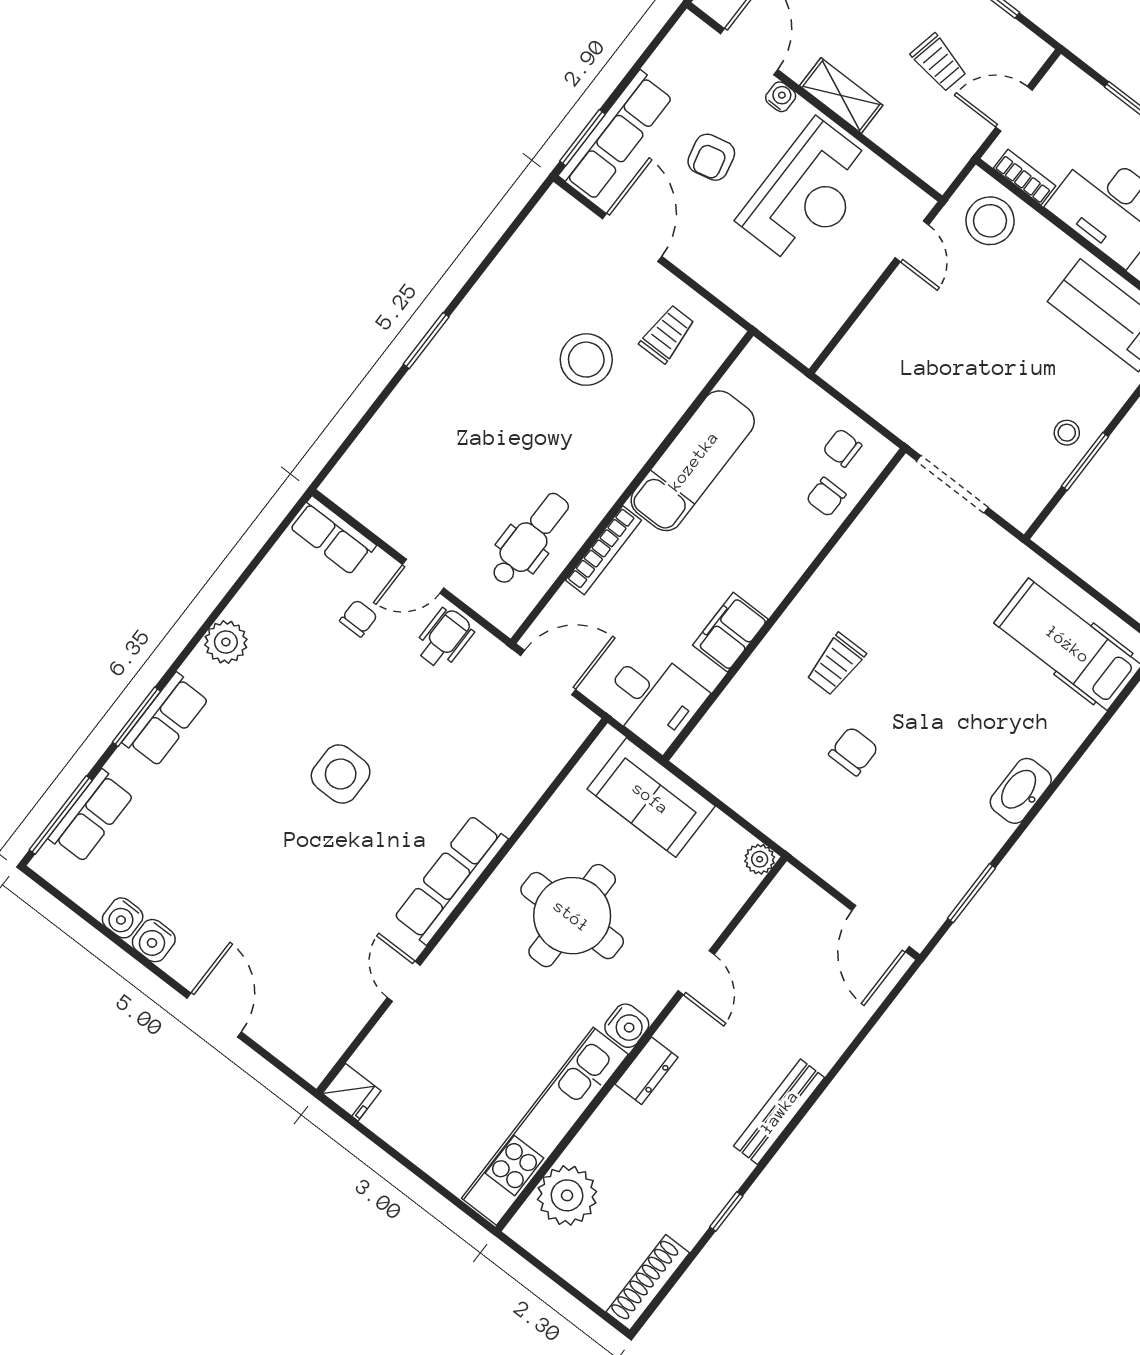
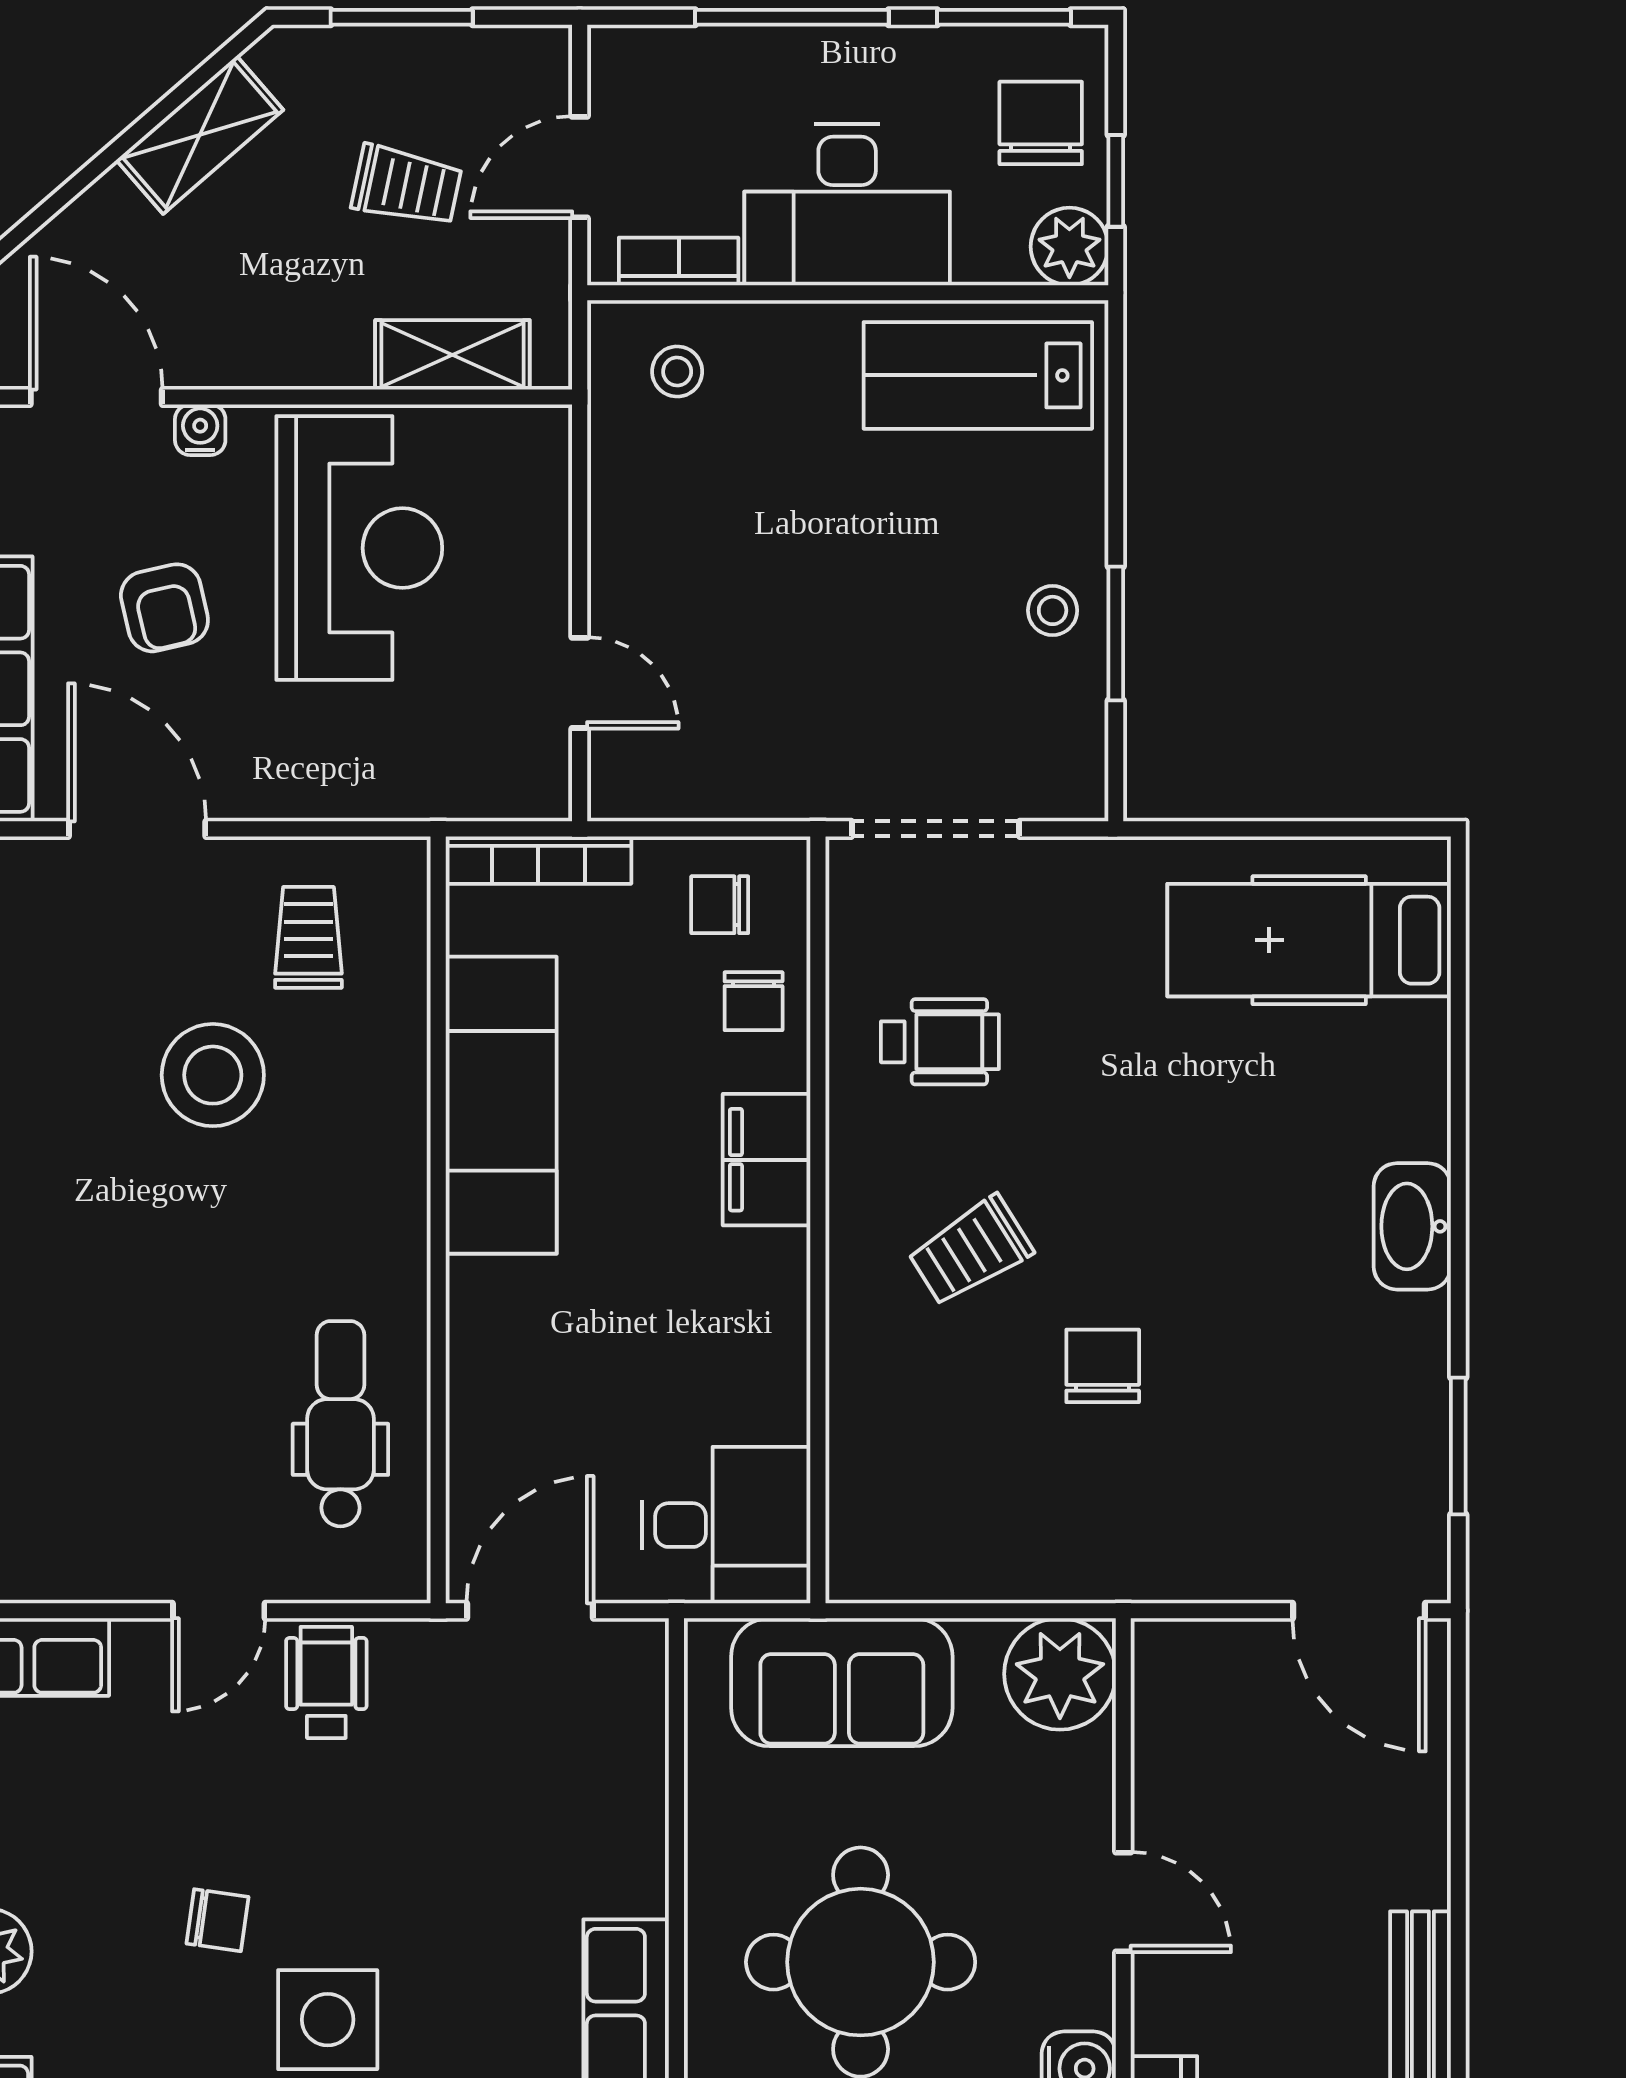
shelving: (841, 96) -> (452, 355), moved
stool: (990, 221) -> (677, 371), width x0.53, depth x0.53
door: (912, 241) -> (580, 683), moved
bookcase: (604, 550) -> (538, 860), moved, turned 90
wheelchair: (888, 571) -> (940, 1042), added
chair: (359, 618) -> (218, 1920), moved, turned 98
filing cabinet: (730, 632) -> (767, 1160), moved
trolley: (836, 664) -> (970, 1251), turned 58
plant: (760, 859) -> (1060, 1674), width x1.87, depth x1.87

